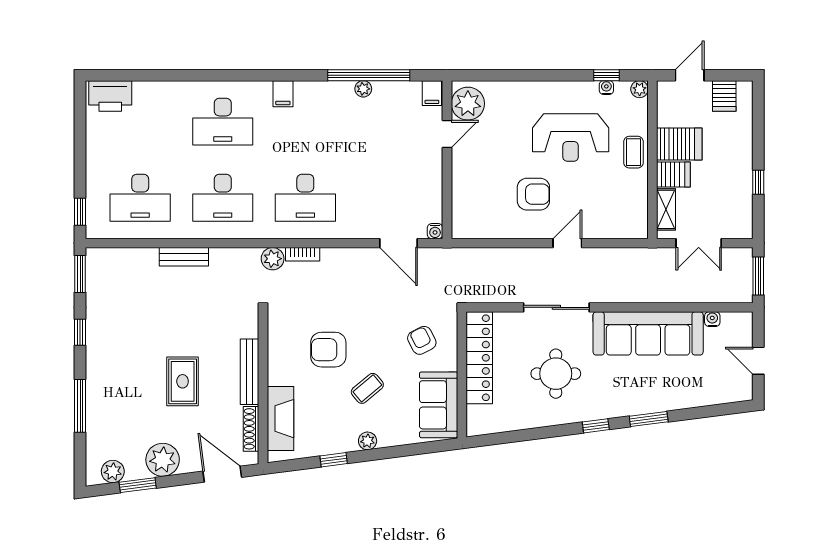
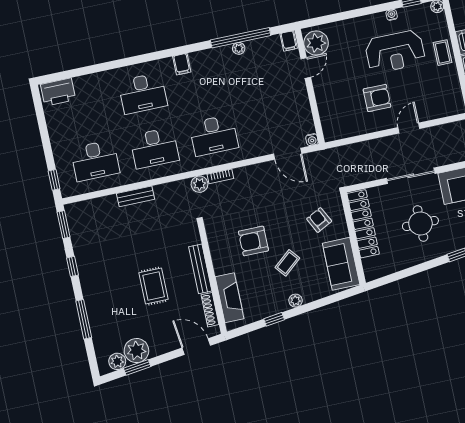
water cooler: (606, 88) -> (392, 15), moved
plant: (163, 460) -> (136, 351), moved

